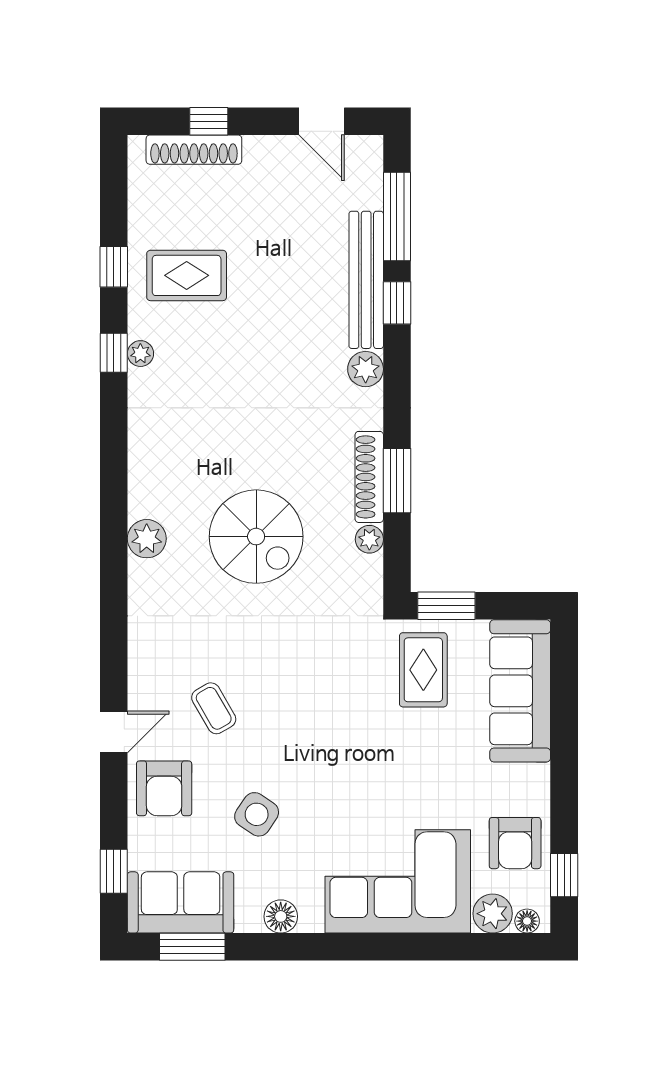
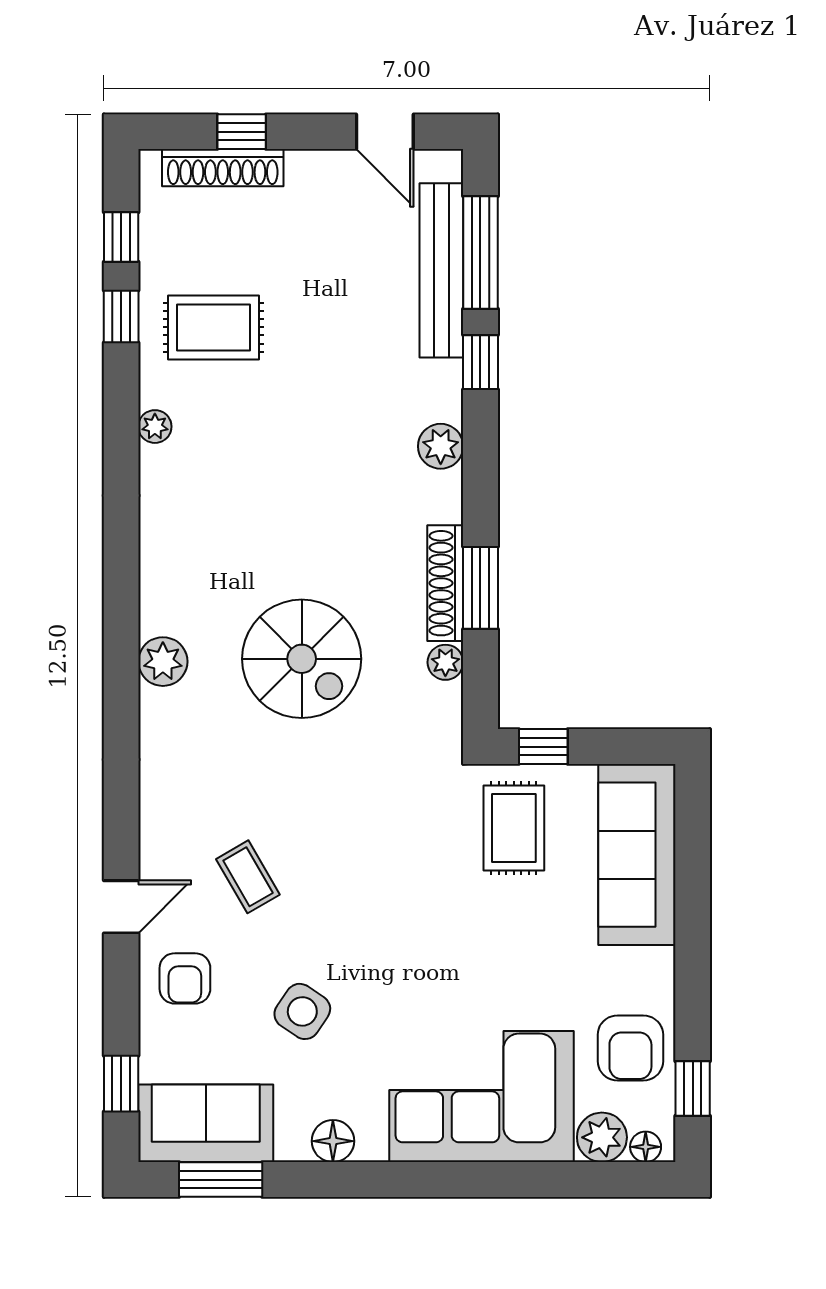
bench: (366, 280) -> (441, 270), moved
window: (114, 353) -> (121, 237), moved
window: (446, 606) -> (543, 747), width x0.67
armchair: (164, 788) -> (185, 978), width x0.72, depth x0.72

